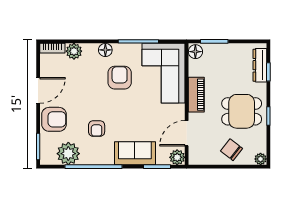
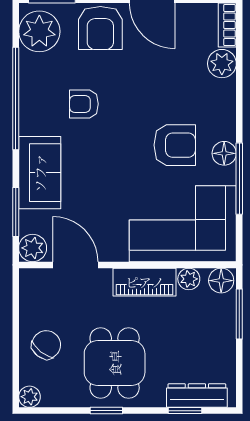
floor lamp: (105, 50) -> (224, 153), moved
plant: (195, 70) -> (189, 279), added
plant: (68, 154) -> (39, 31), moved

